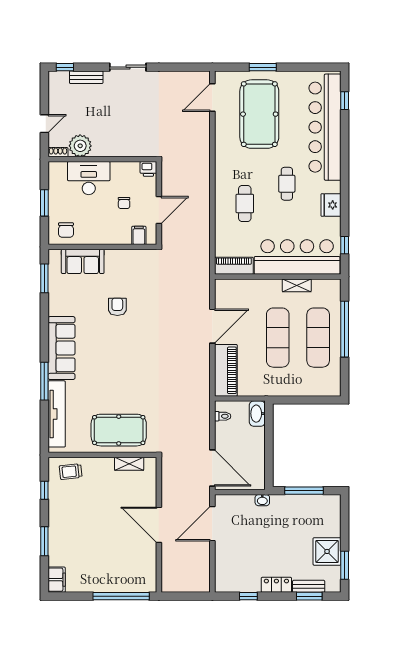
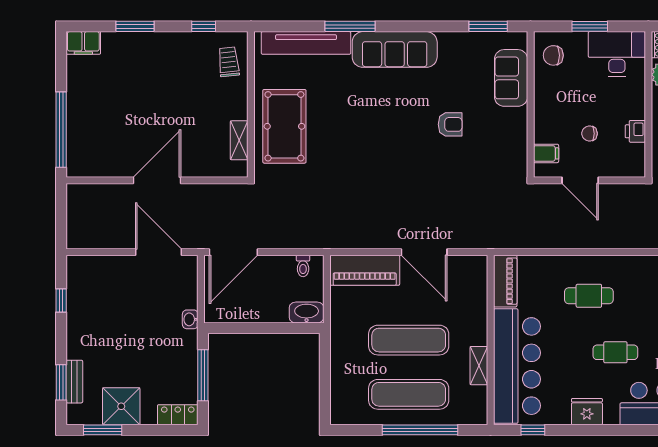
printer: (148, 169) -> (635, 131), moved
desk: (89, 178) -> (617, 54), moved, turned -90
locker: (276, 585) -> (178, 415), moved, turned -90

